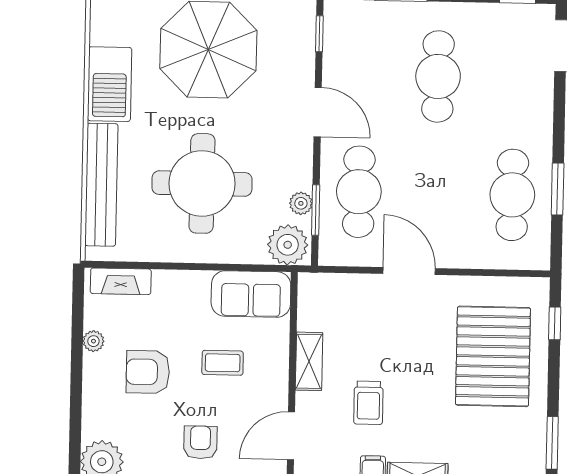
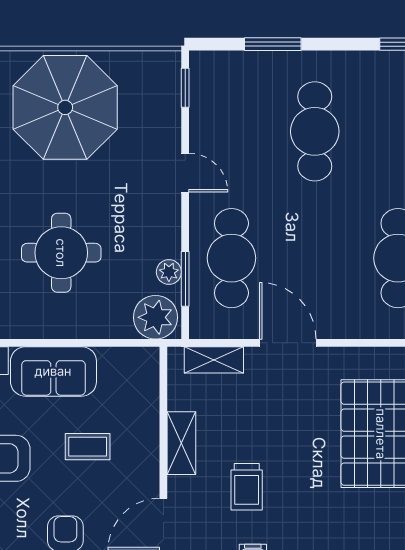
door: (318, 112) -> (185, 173), width x0.73
round table: (202, 183) -> (61, 253), width x0.73, depth x0.73
shelving: (341, 285) -> (214, 360), added
sofa: (251, 294) -> (53, 371), moved

